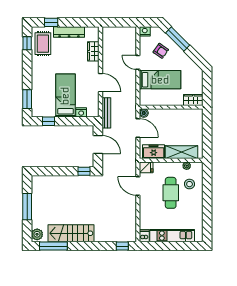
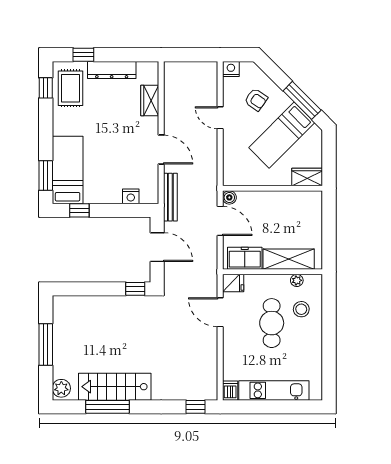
window: (178, 39) -> (302, 100), moved
bed: (160, 80) -> (282, 135), moved, turned 135
bed: (65, 96) -> (68, 170), moved
window: (53, 246) -> (107, 407), moved

